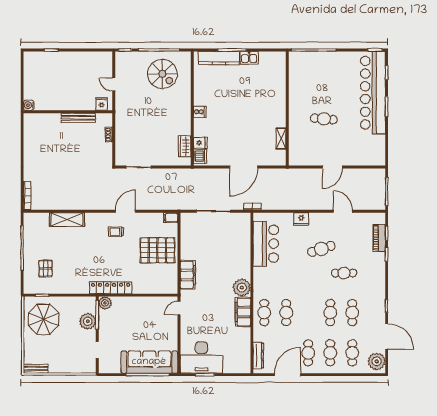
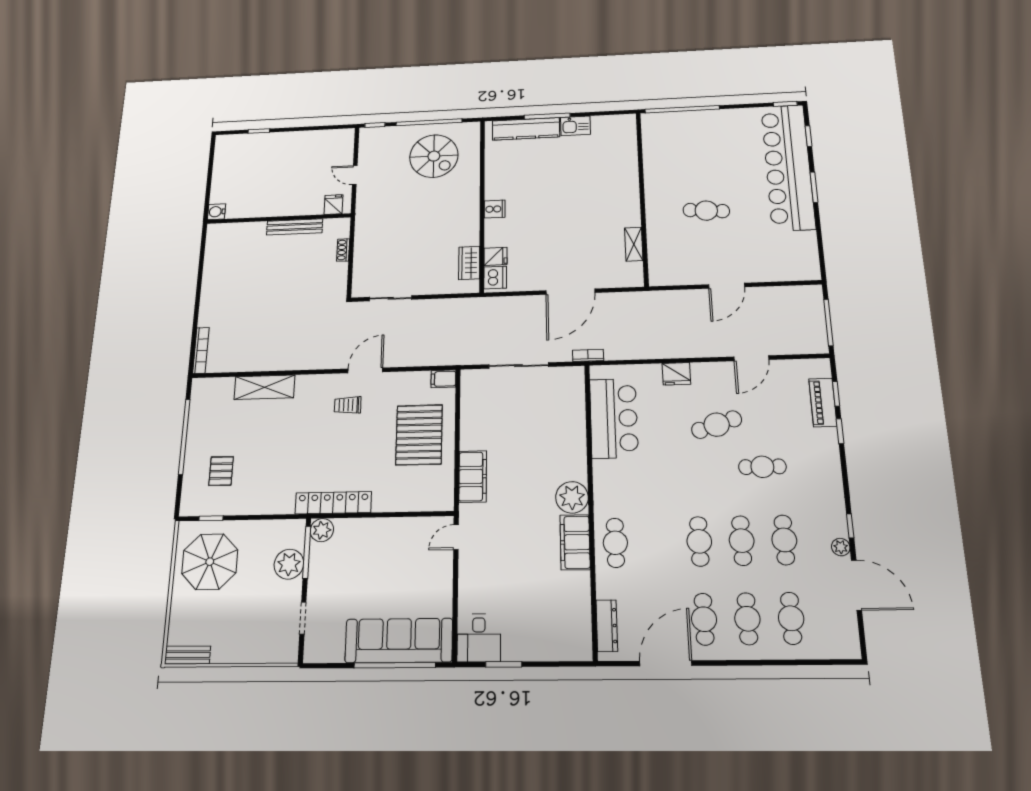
door: (343, 211) -> (751, 358), swing flipped
pallet: (157, 250) -> (419, 435), turned 90
cafe table: (286, 313) -> (699, 541), moved
desk: (201, 357) -> (479, 638), width x0.53, depth x0.77
plant: (377, 361) -> (841, 547), moved, width x0.53, depth x0.53

